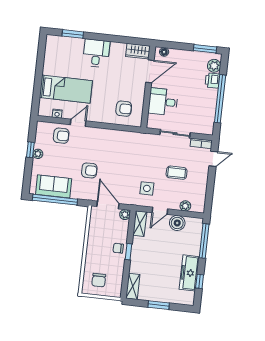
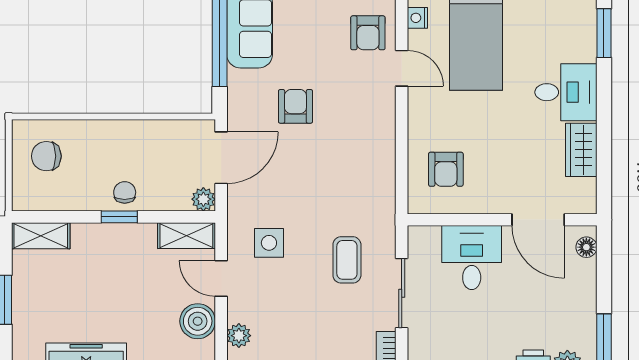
wardrobe: (138, 51) -> (581, 150), moved
armchair: (89, 170) -> (295, 106), turned 180
coffee table: (177, 173) -> (347, 260), moved

